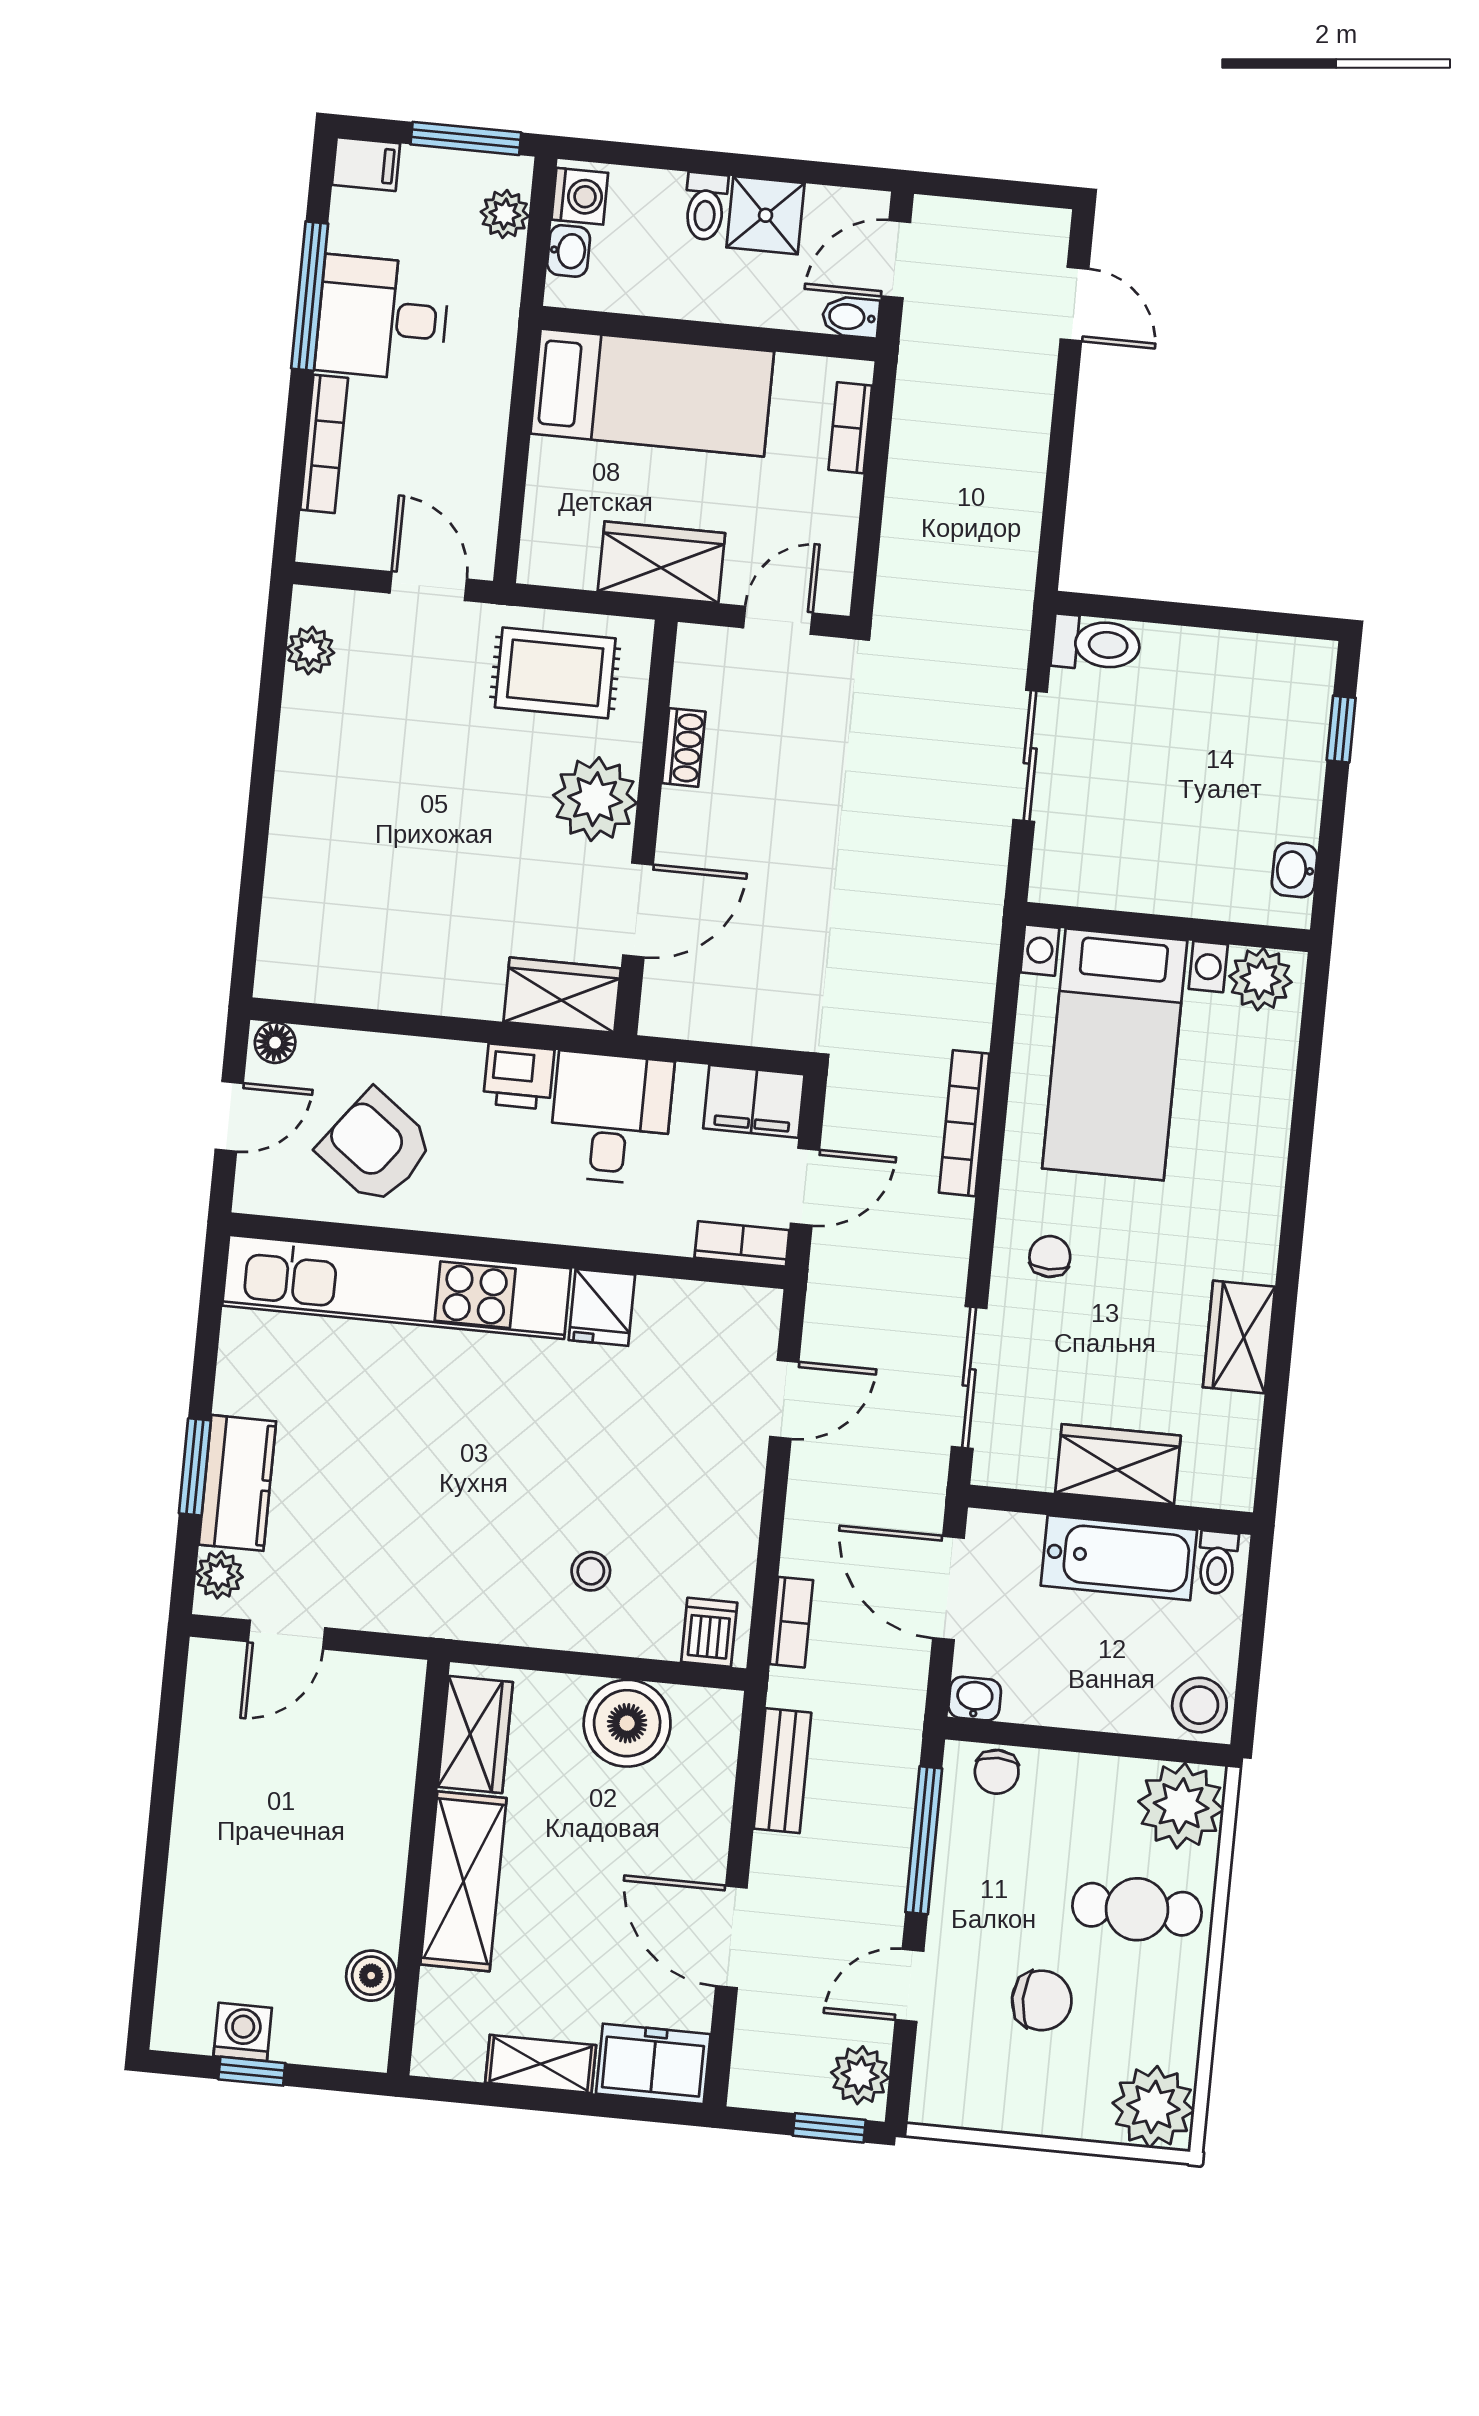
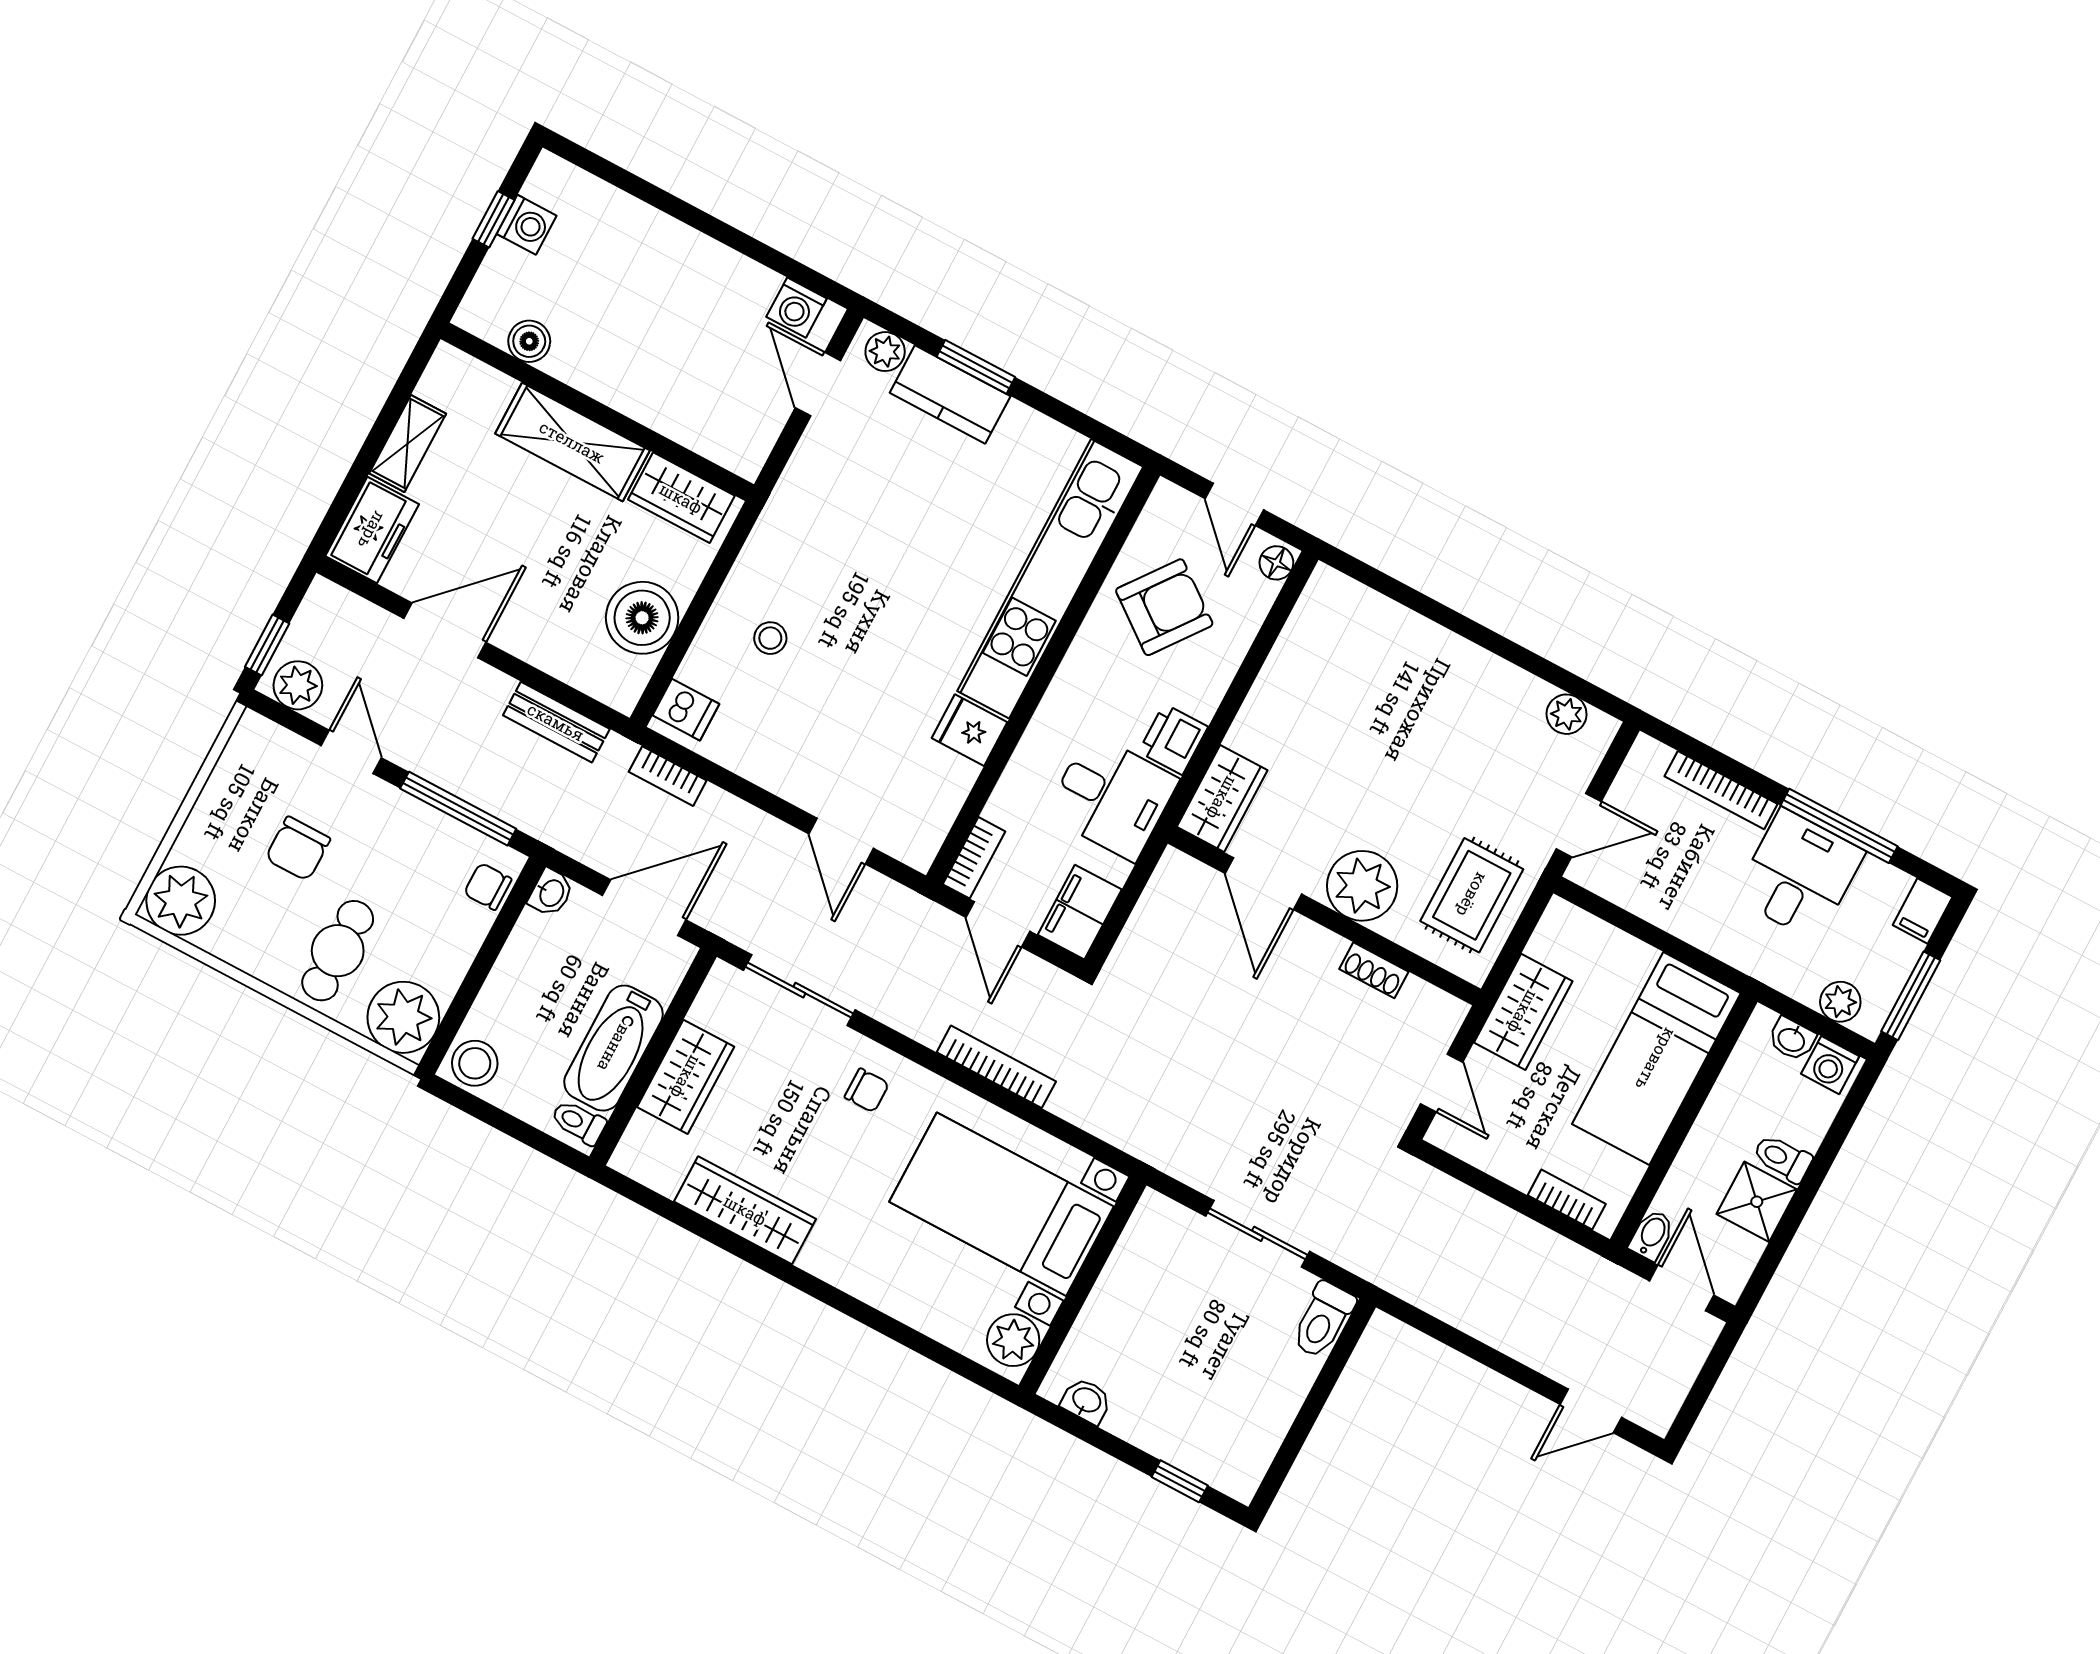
wardrobe: (1239, 1337) -> (745, 1210), width x1.50
washing machine: (211, 1694) -> (797, 308), added

